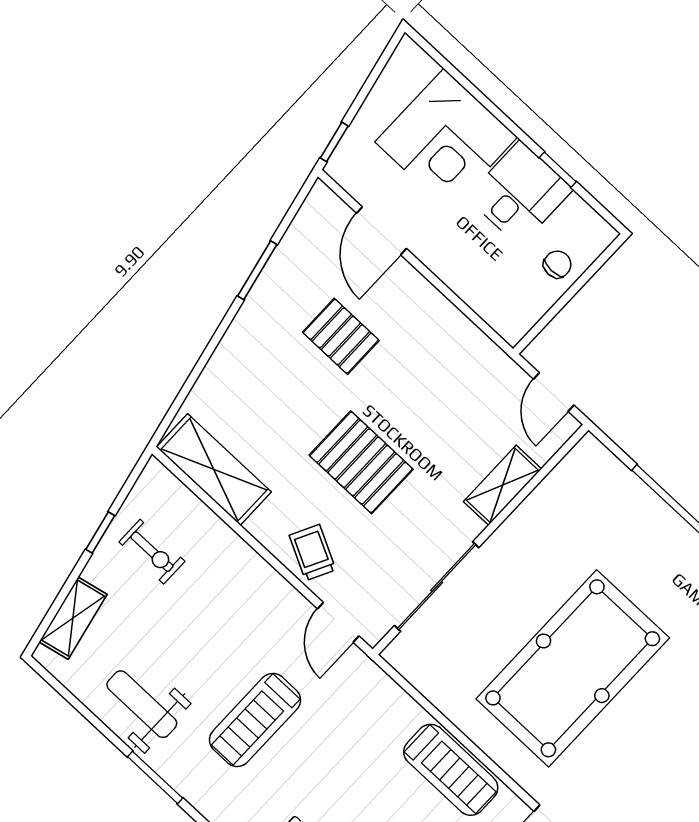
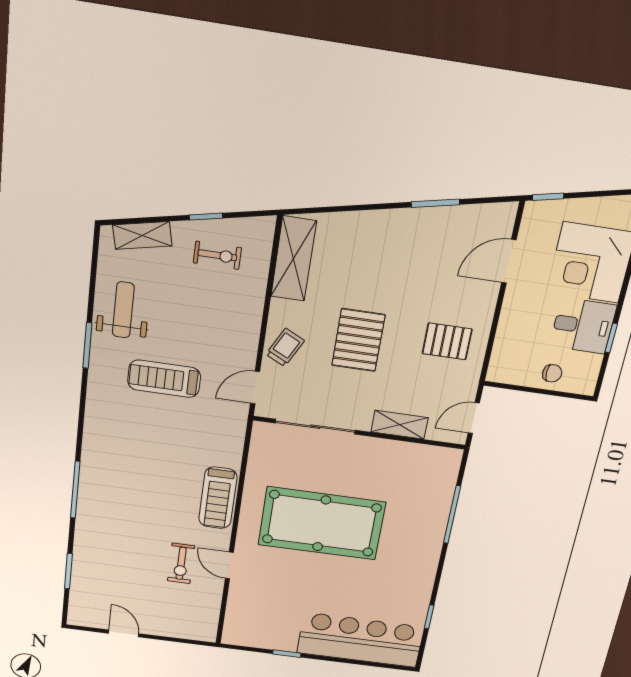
pallet: (341, 336) -> (447, 341), moved, turned 90
exercise bike: (152, 552) -> (217, 255), turned -90

